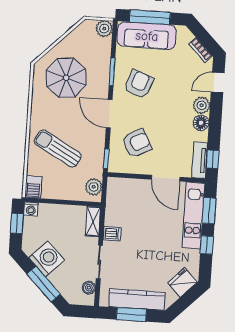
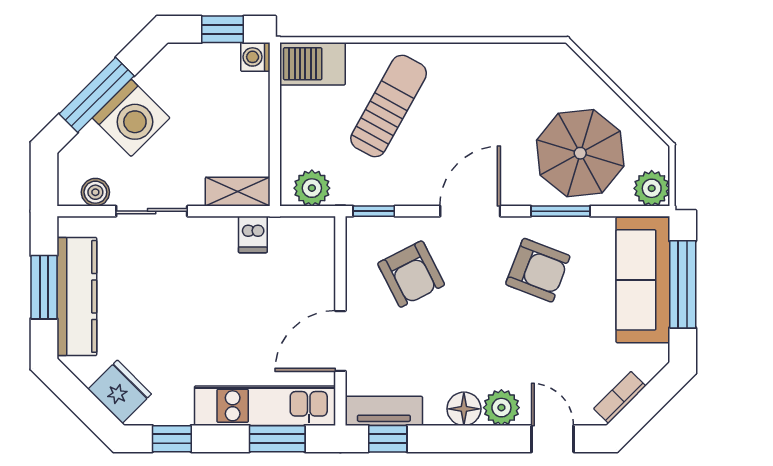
parasol: (66, 78) -> (580, 153), moved
barbecue: (33, 187) -> (312, 64), width x1.38, depth x1.27
dishwasher: (112, 234) -> (253, 234), moved
window: (207, 245) -> (172, 439), moved
washing machine: (47, 259) -> (131, 118), moved

